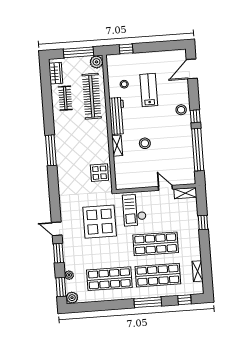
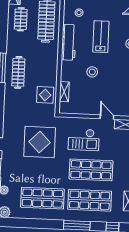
lab bench: (149, 90) -> (101, 37), moved
shelving: (117, 146) -> (64, 92), moved
clothes rail: (69, 153) -> (18, 72), added
checkout: (134, 210) -> (84, 140), moved, turned -90

